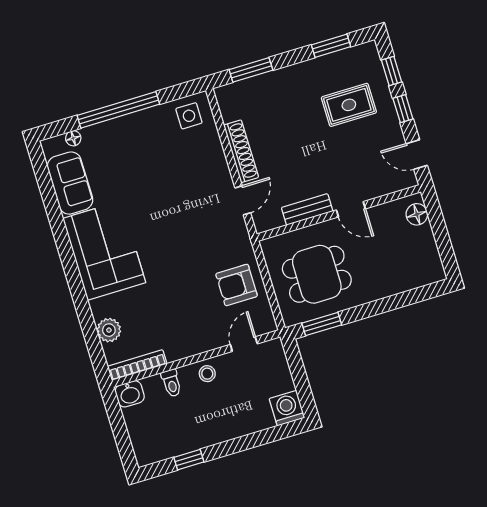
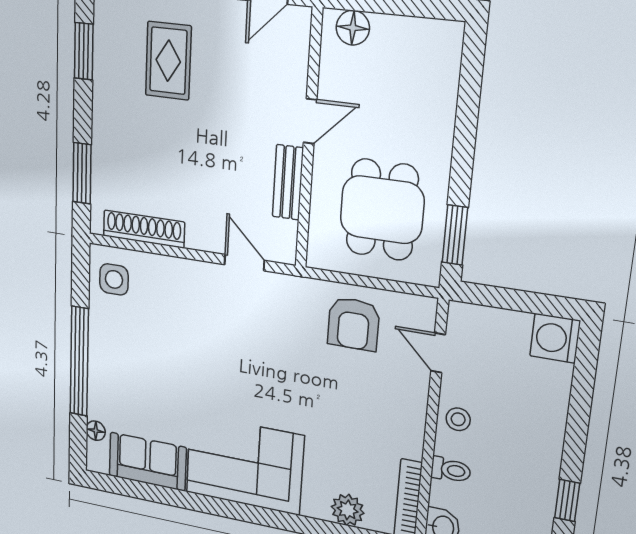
shoe rack: (241, 151) -> (144, 229), moved

